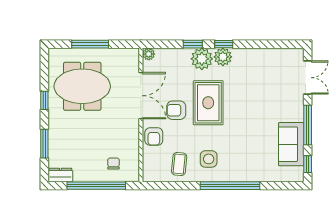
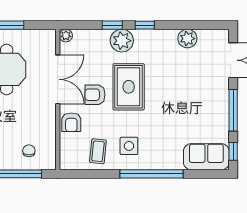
plant: (223, 57) -> (187, 39), moved
sofa: (291, 144) -> (206, 157), moved, turned 90

